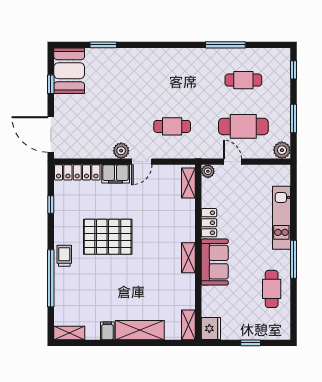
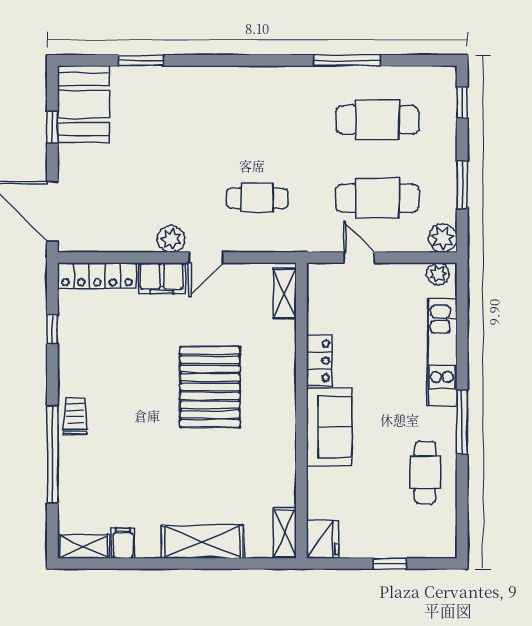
cafe table: (243, 80) -> (377, 120), width x1.37, depth x1.35
plant: (208, 171) -> (438, 274), moved
pallet: (108, 237) -> (210, 387), moved, turned 90
shelving: (188, 258) -> (285, 420), removed
filing cabinet: (107, 331) -> (123, 543), moved

